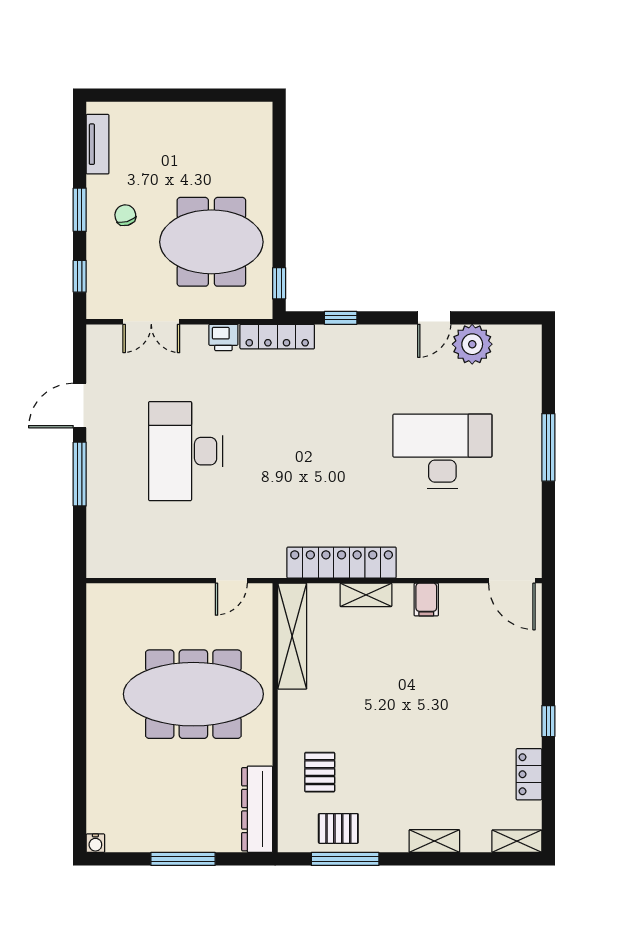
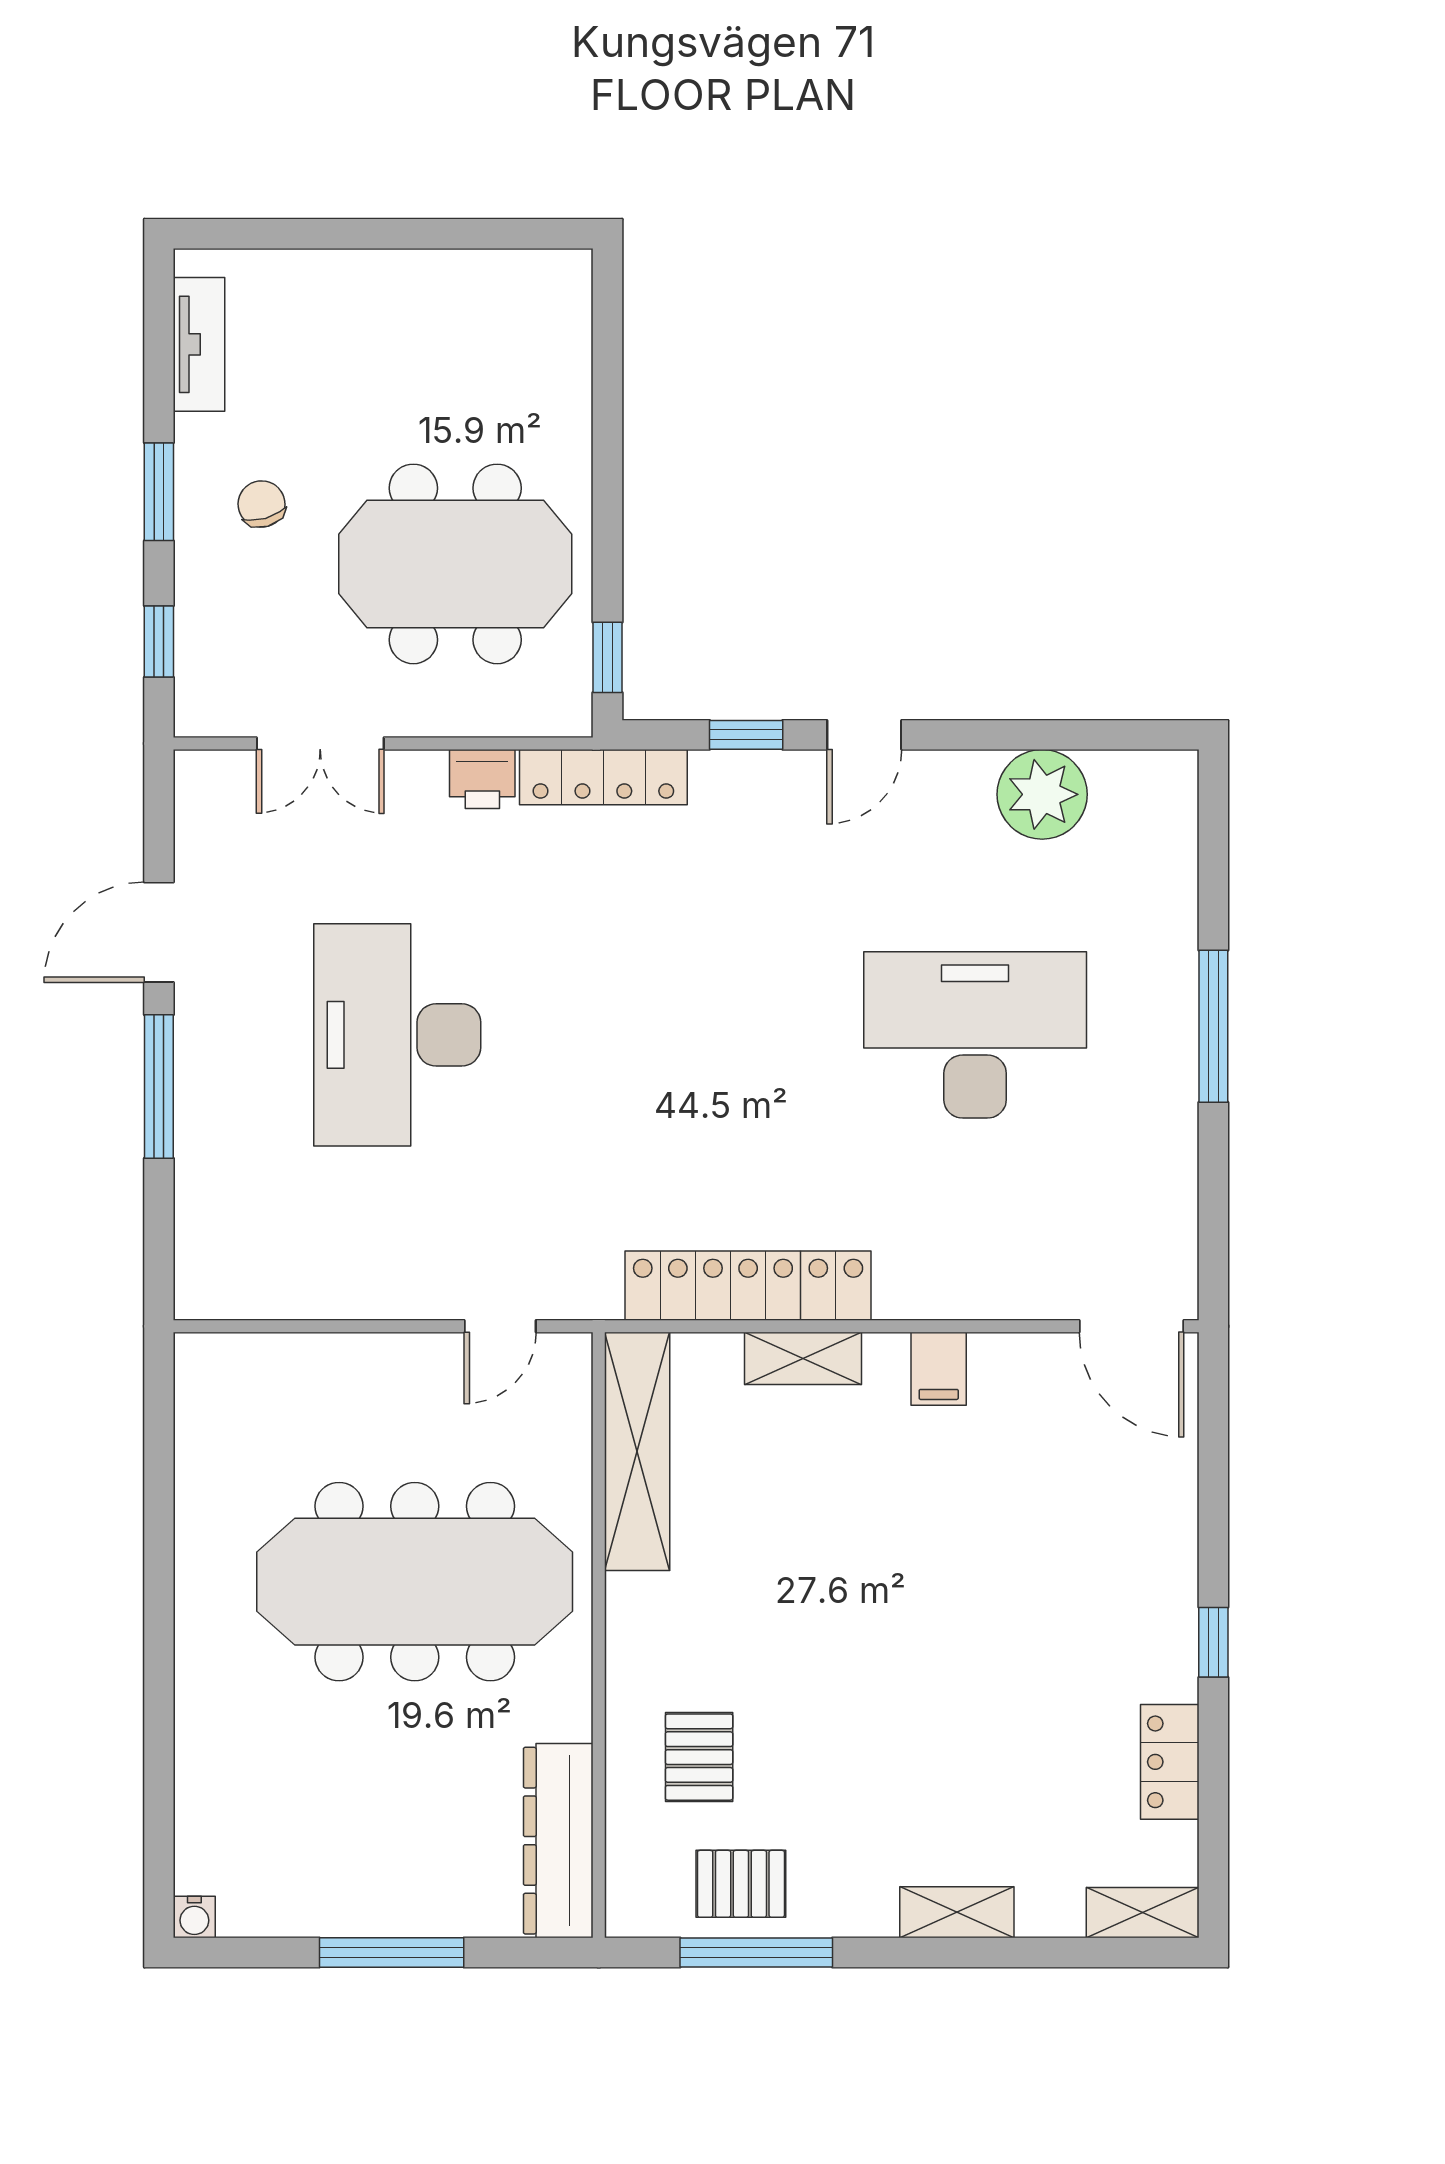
door: (434, 318) -> (864, 735), moved

